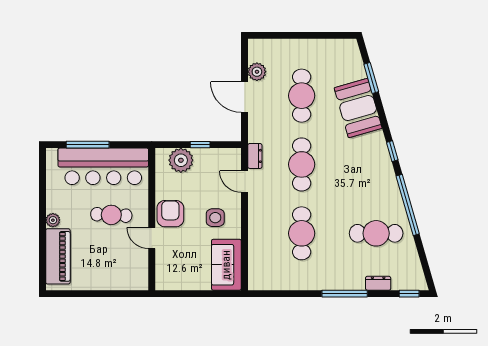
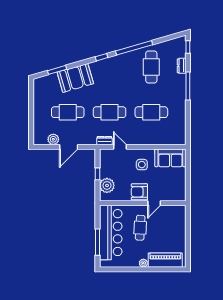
door: (245, 182) -> (120, 147), swing flipped

